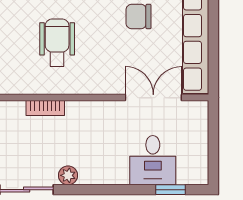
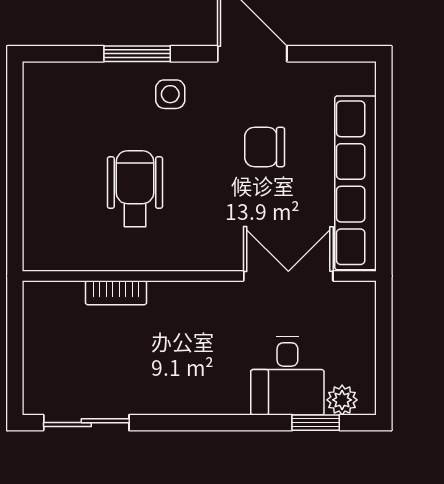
plant: (68, 175) -> (342, 400), moved

